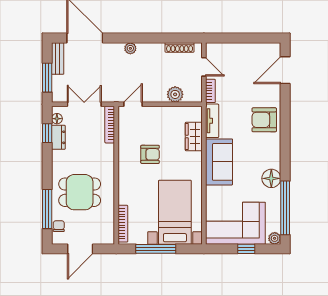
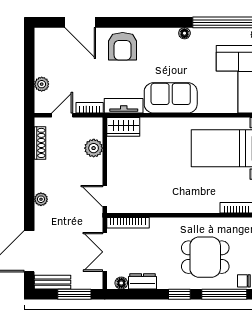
plant: (231, 49) -> (42, 84), added
door: (285, 70) -> (80, 22), moved
window: (47, 133) -> (179, 294), moved
wardrobe: (194, 136) -> (123, 127), moved
armchair: (150, 154) -> (162, 177), removed
floor lamp: (271, 178) -> (184, 33), width x0.53, depth x0.53
dining table: (80, 192) -> (205, 257), turned 90

